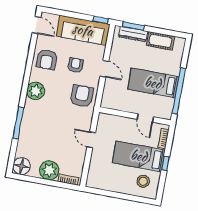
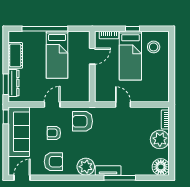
window: (179, 91) -> (45, 29), moved
tv unit: (28, 113) -> (108, 170), added
door: (91, 140) -> (123, 104), swing flipped

